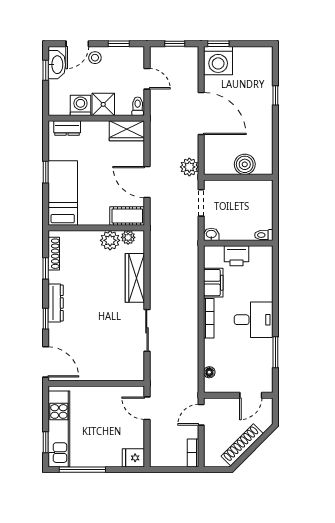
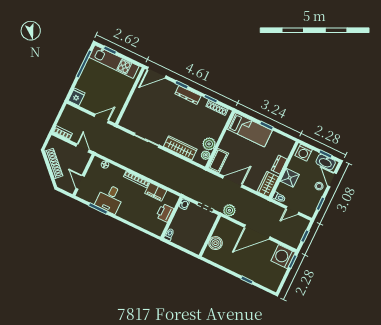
washing machine: (80, 105) -> (304, 153), moved, turned 90
dresser: (67, 128) -> (279, 165), moved
desk: (254, 320) -> (110, 199), moved

